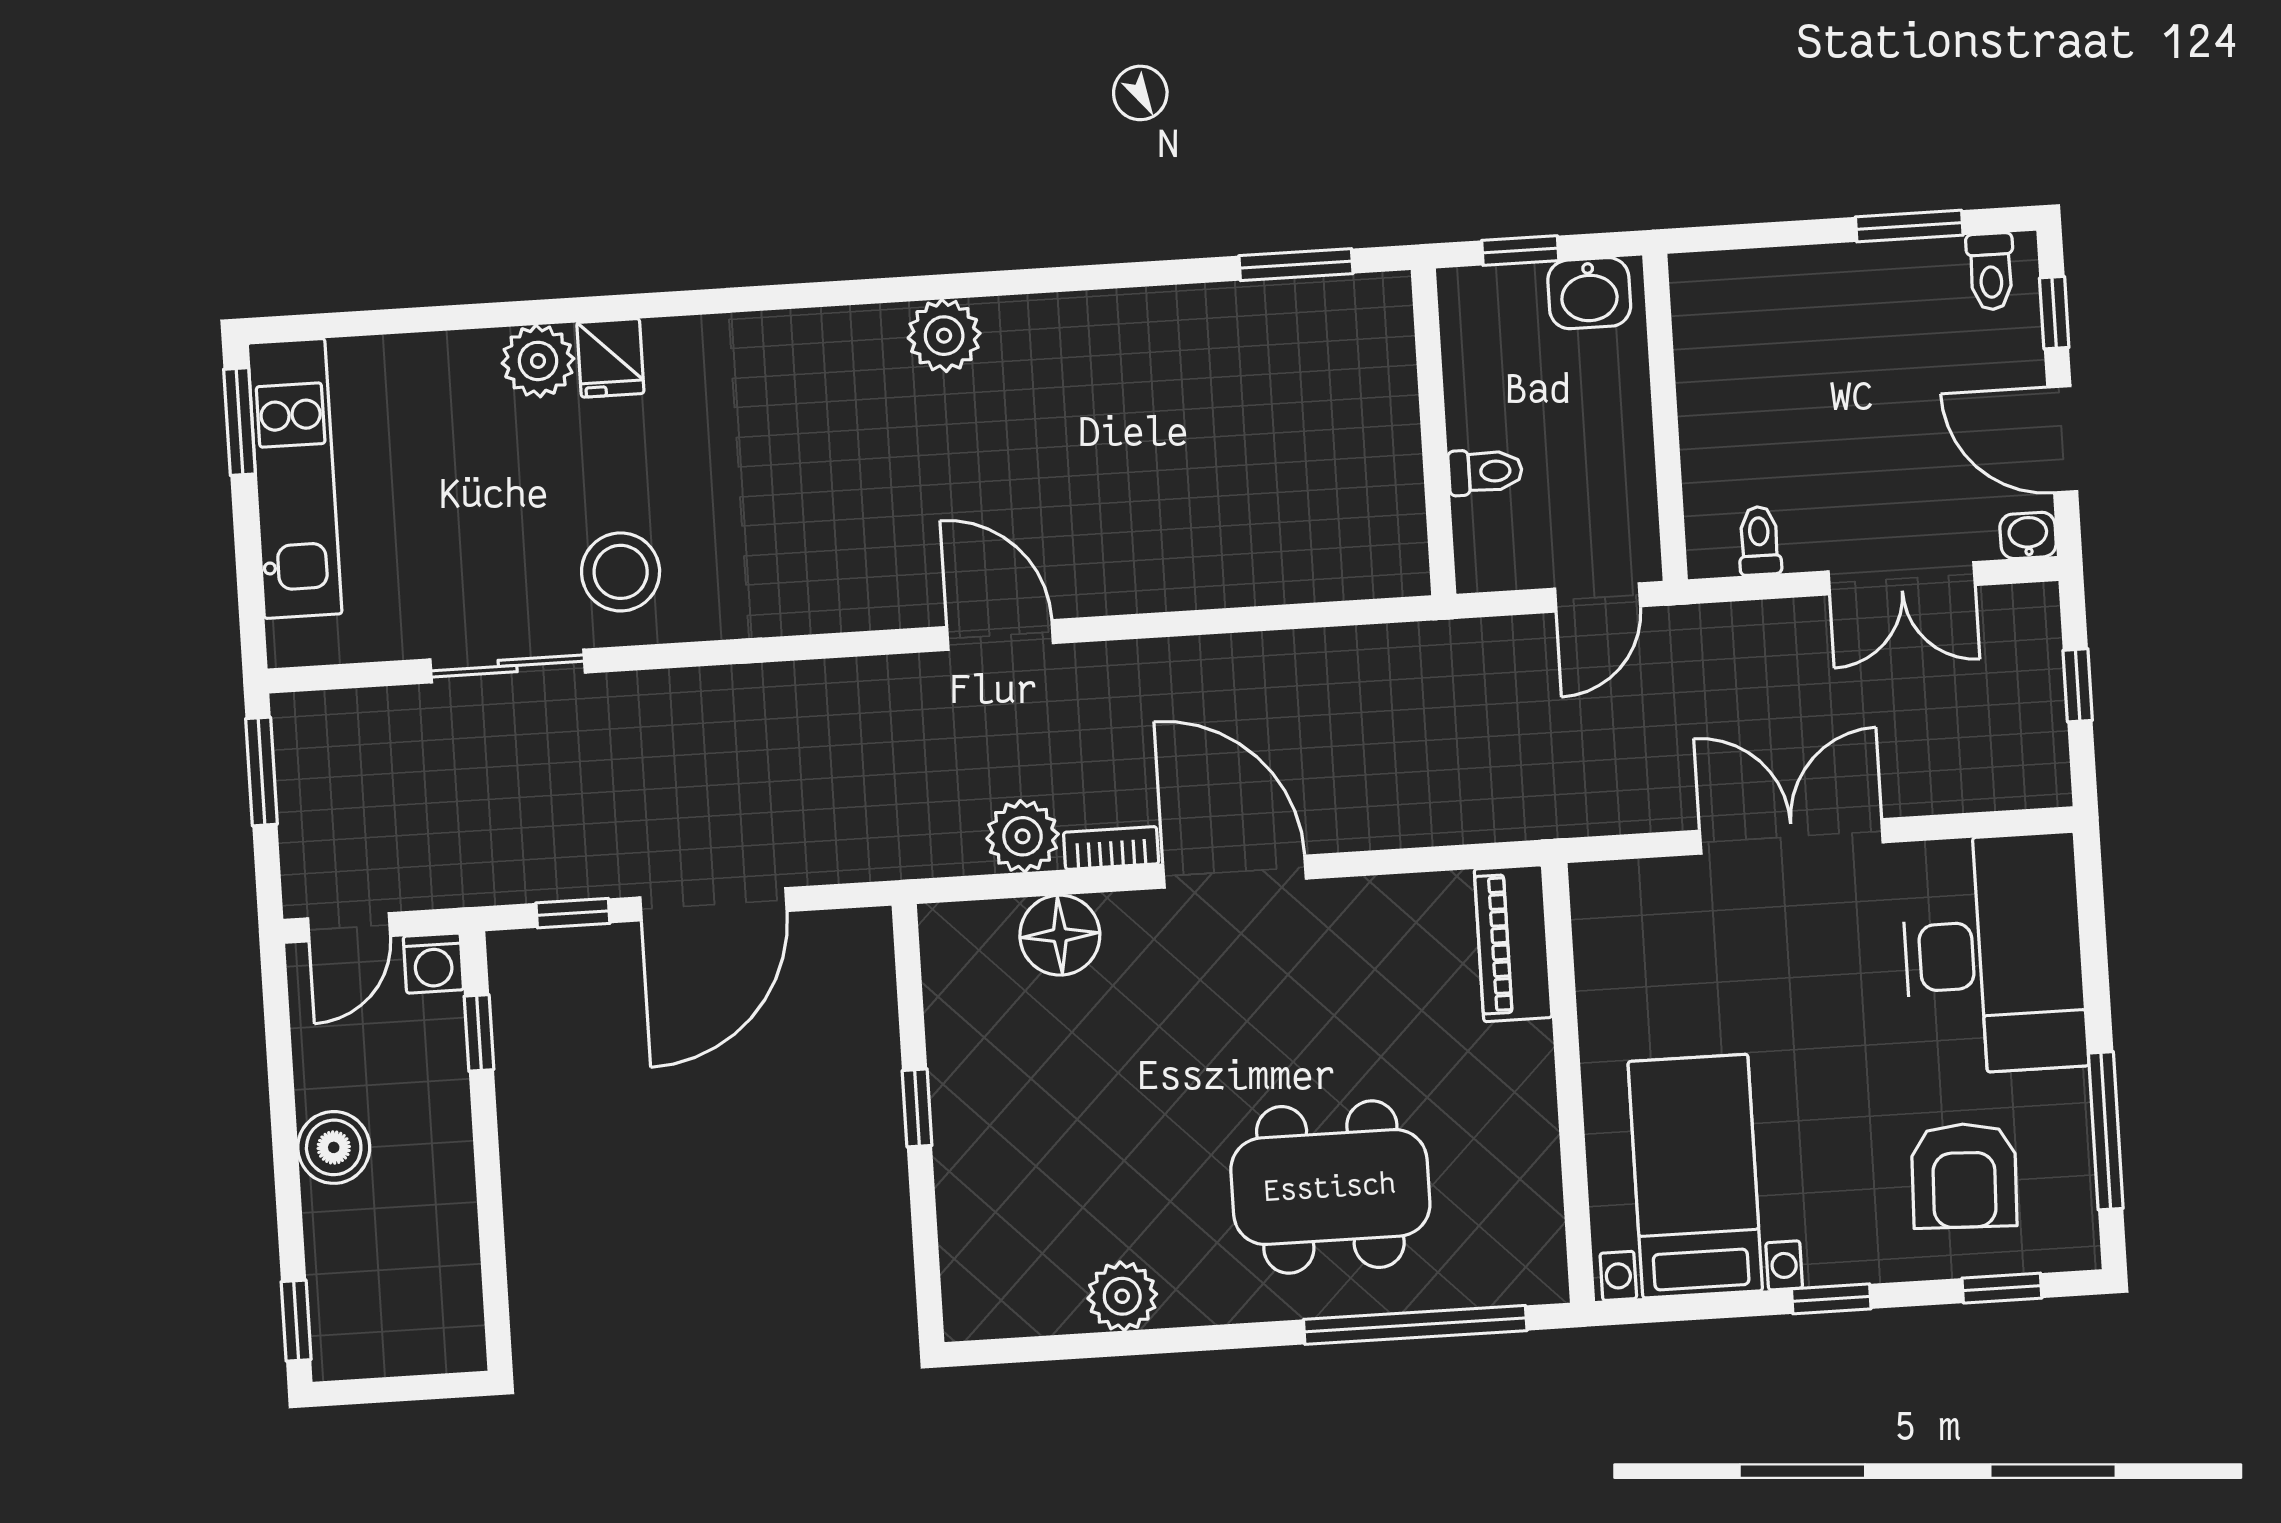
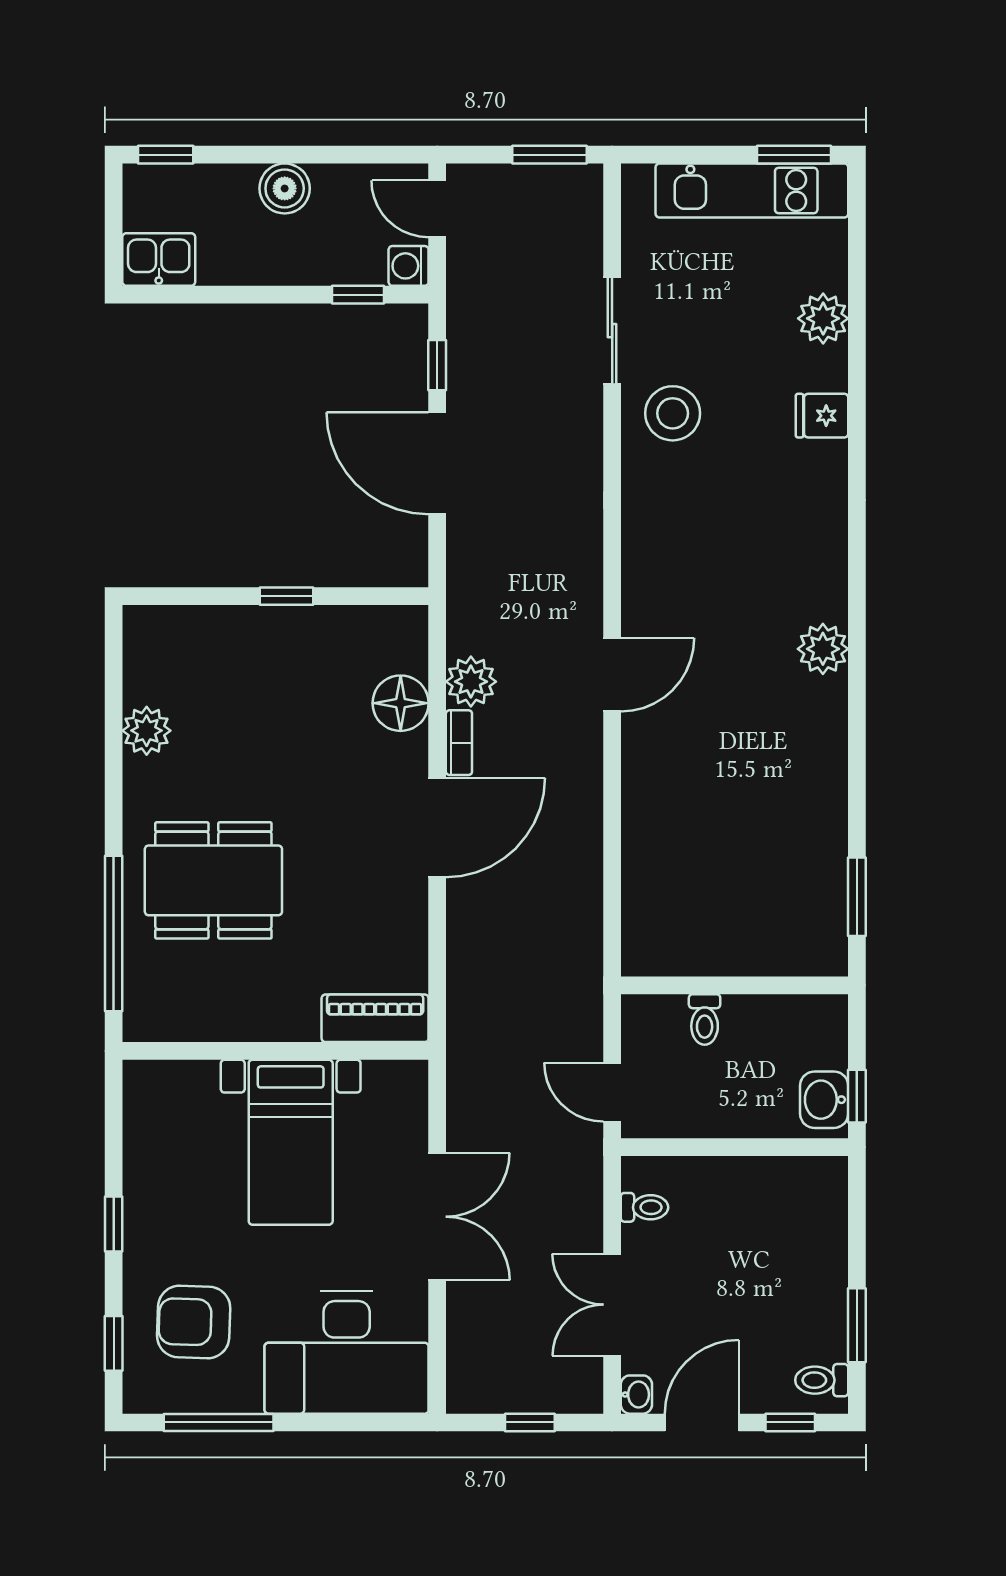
window: (1520, 251) -> (857, 1096), moved
plant: (538, 361) -> (823, 318), moved
bed with nightstands: (1695, 1176) -> (291, 1142), moved, turned 90
dining table: (1330, 1187) -> (213, 880), turned 90
kitchen sink: (447, 1321) -> (159, 259), added

